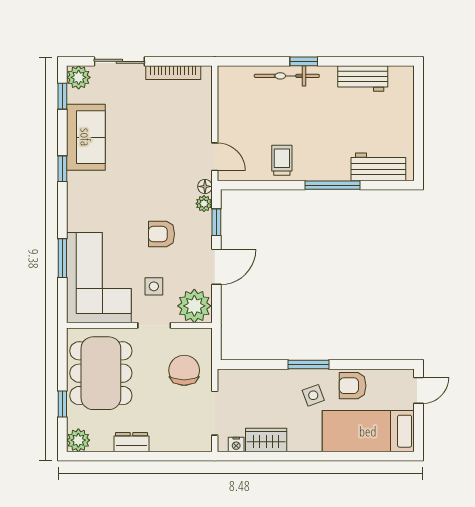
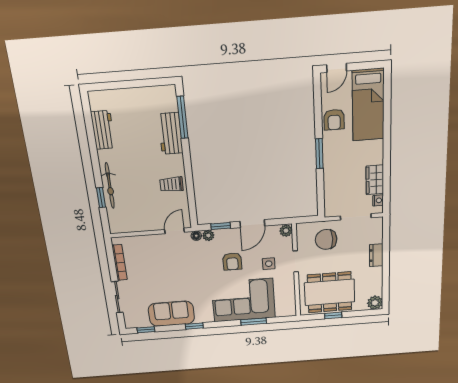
window: (304, 61) -> (101, 198), moved
plant: (79, 77) -> (132, 321), removed
workbench: (378, 167) -> (170, 133), moved
window: (332, 185) -> (182, 117), moved
door: (216, 267) -> (252, 224), swing flipped
corner sofa: (99, 278) -> (243, 300), moved
plant: (194, 306) -> (286, 231), width x0.53, depth x0.53
door: (419, 390) -> (337, 68), swing flipped
side table: (313, 395) -> (342, 148), removed
window: (62, 404) -> (333, 315), moved
dresser: (131, 442) -> (376, 255), moved

